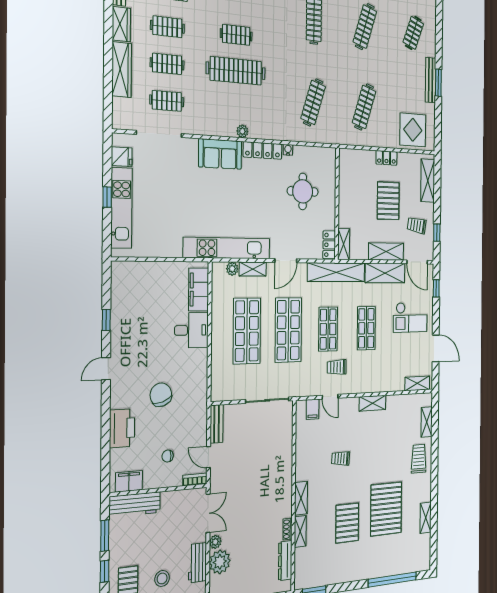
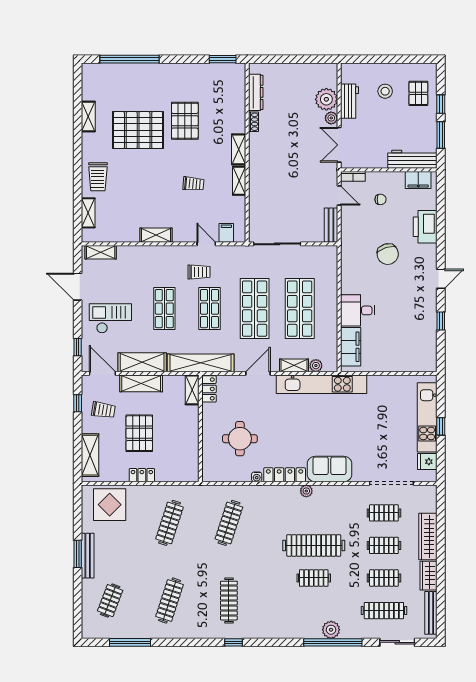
pallet: (386, 509) -> (138, 130), turned 90
shelving: (300, 531) -> (239, 181), moved

